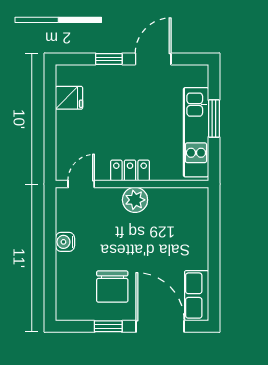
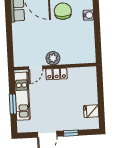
door: (81, 184) -> (35, 68), moved
water cooler: (65, 242) -> (88, 15), moved

